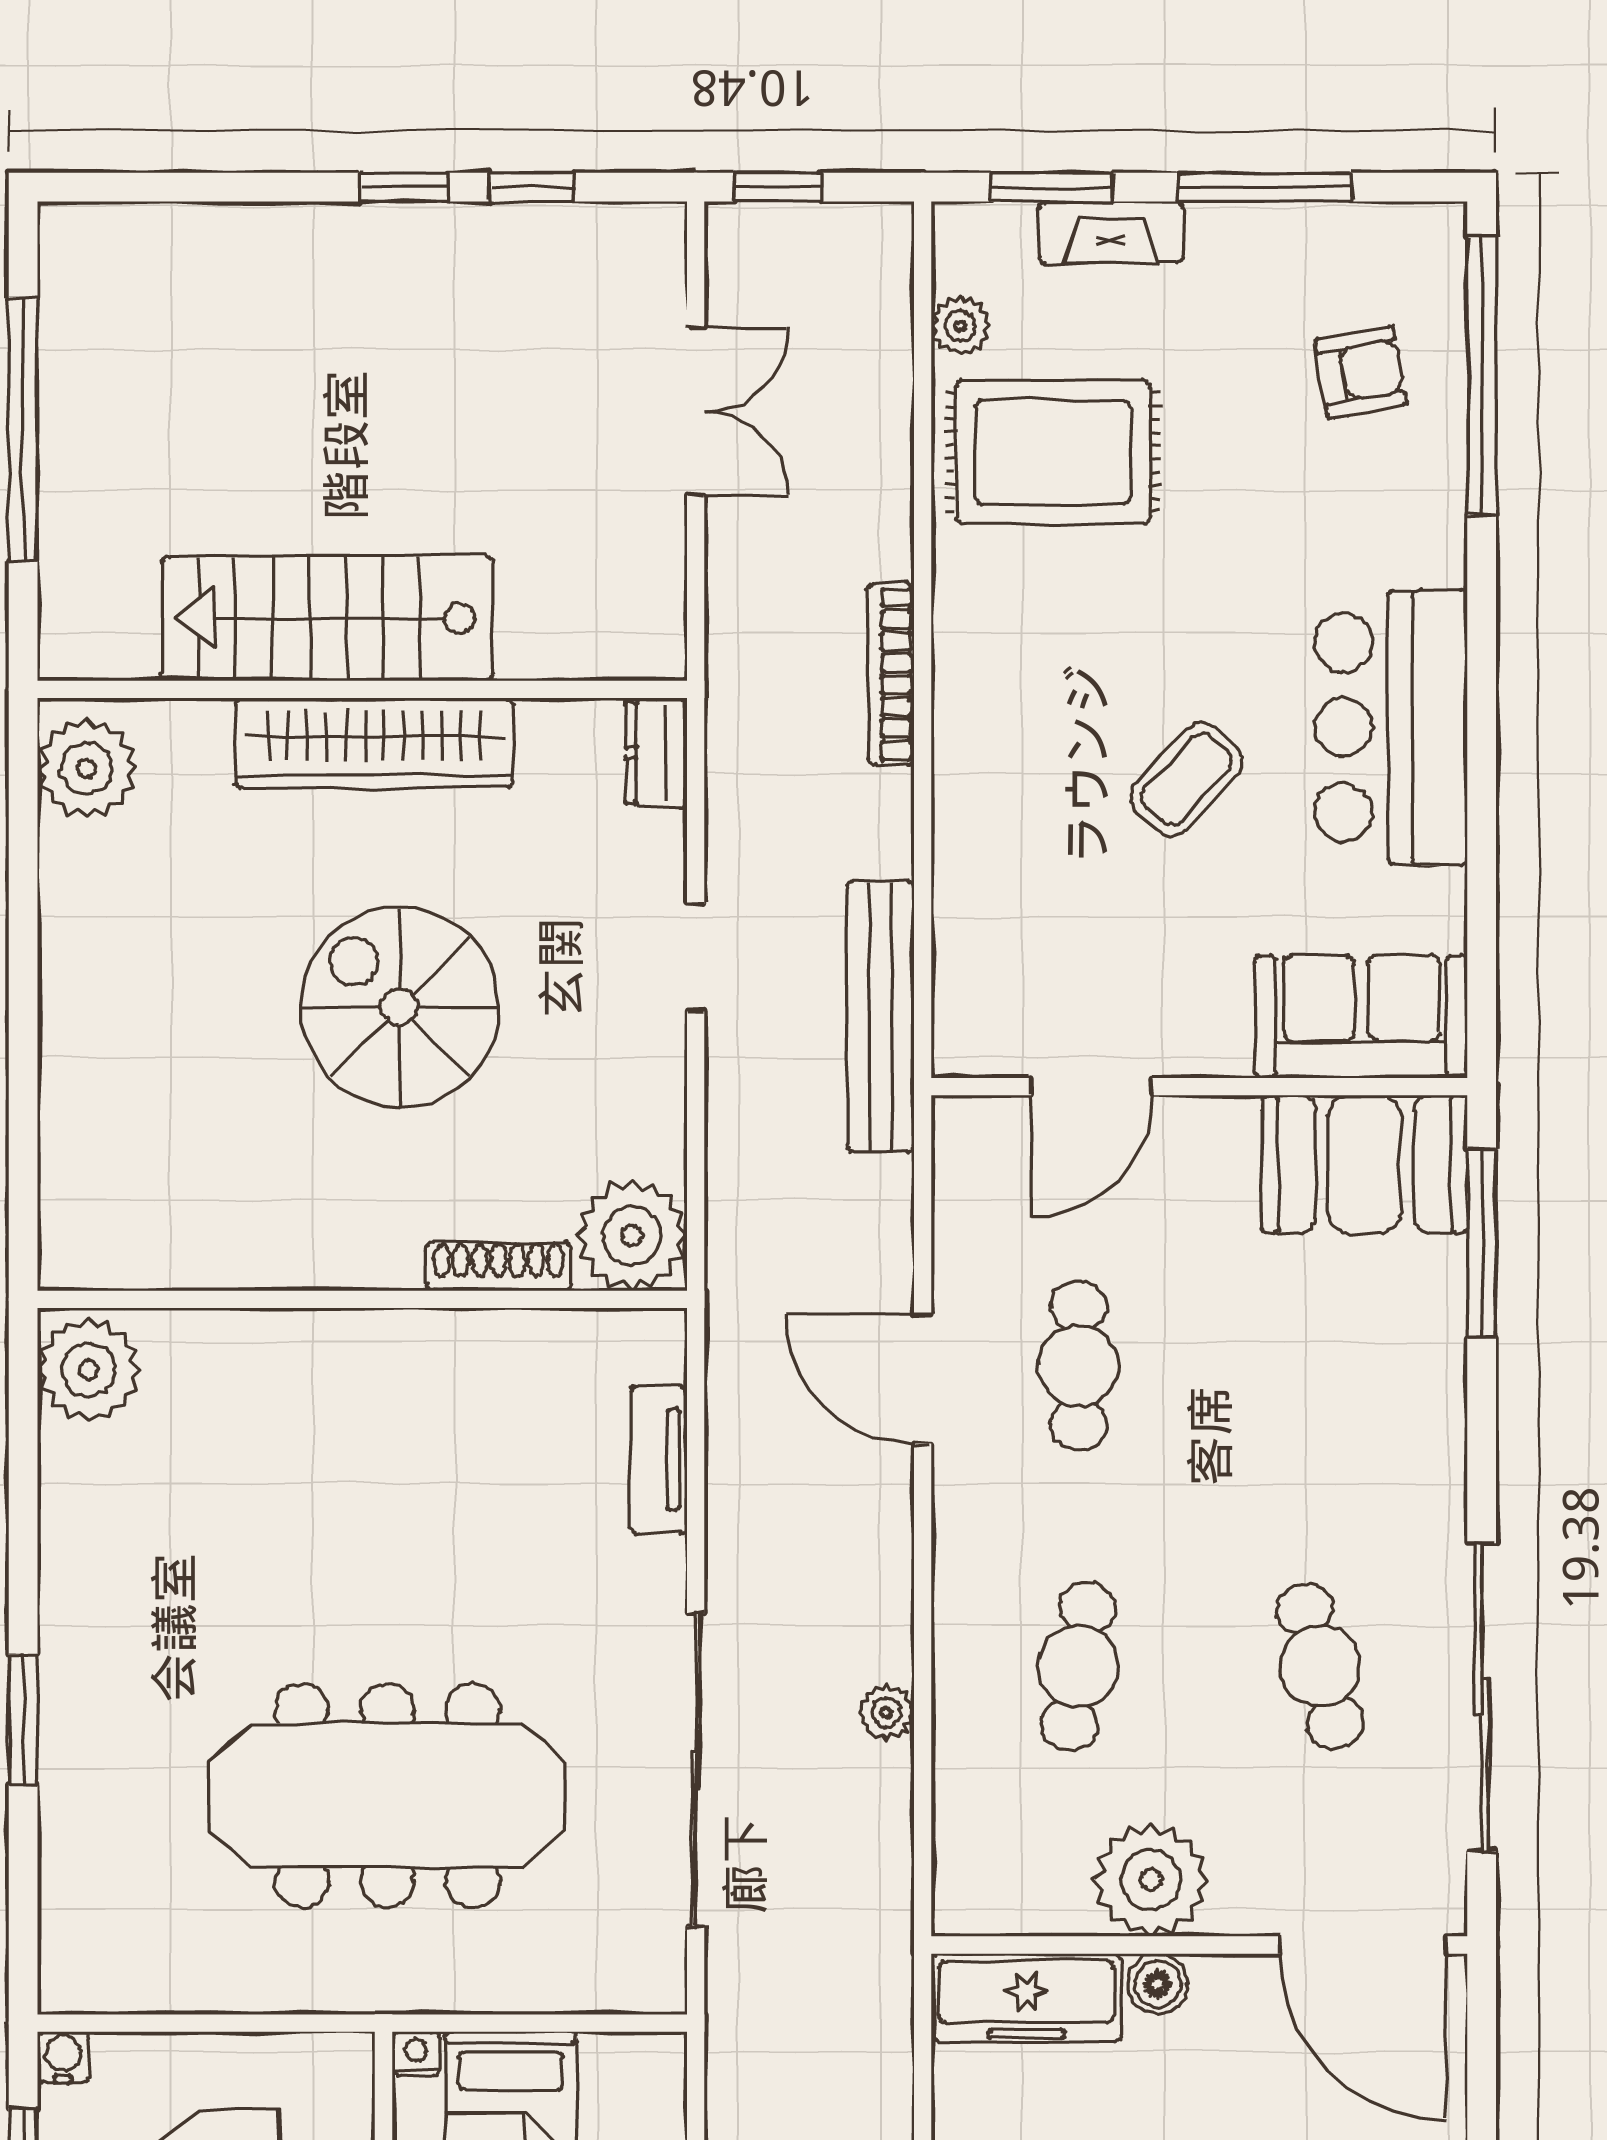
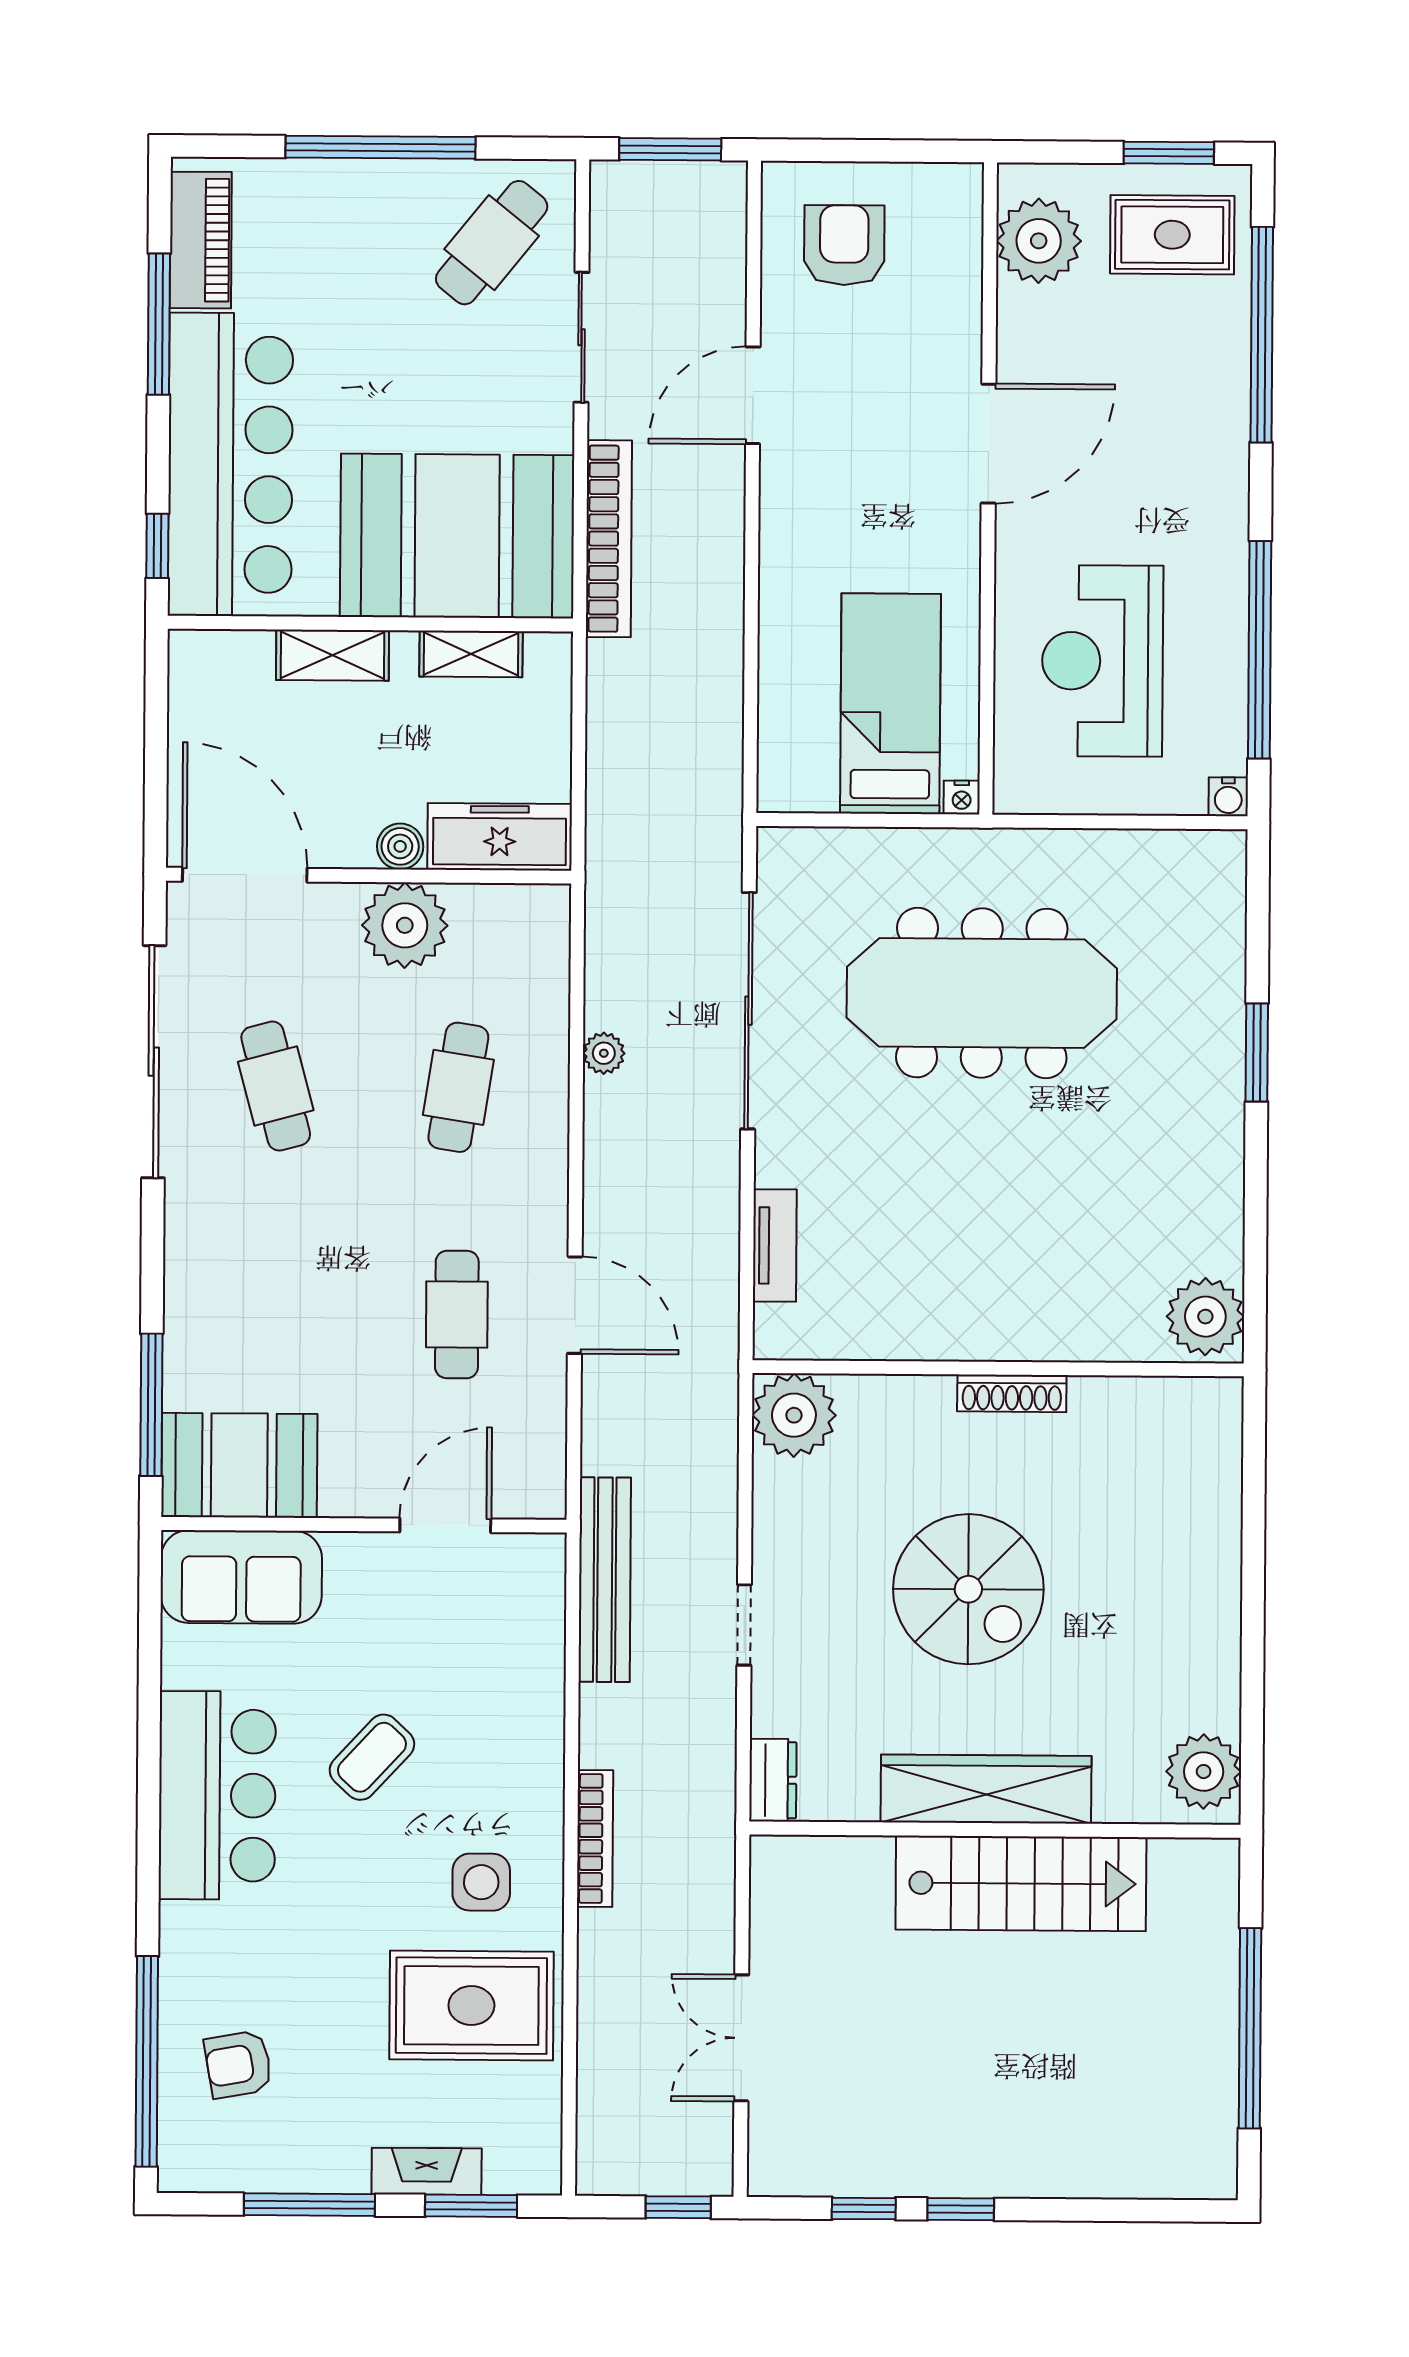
plant: (960, 326) -> (541, 2101), removed
side table: (1041, 615) -> (481, 1882), added
shoe rack: (499, 1266) -> (1012, 1393), moved

